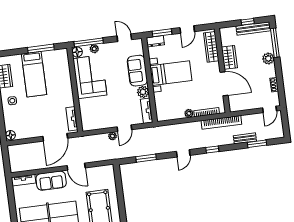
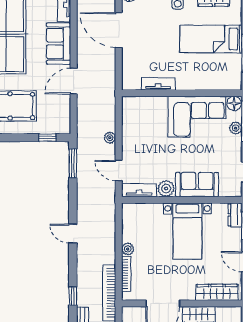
tv unit: (72, 119) -> (158, 84), moved
door: (124, 128) -> (119, 170), moved
door: (55, 137) -> (119, 30), moved
window: (212, 150) -> (73, 296), moved
window: (146, 158) -> (73, 163), moved
window: (118, 180) -> (48, 138), added

